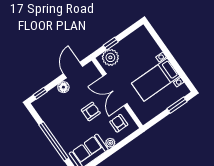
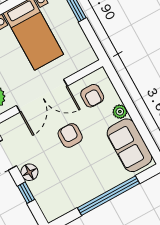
window: (40, 93) -> (26, 193), moved
armchair: (119, 123) -> (92, 96), turned -90

